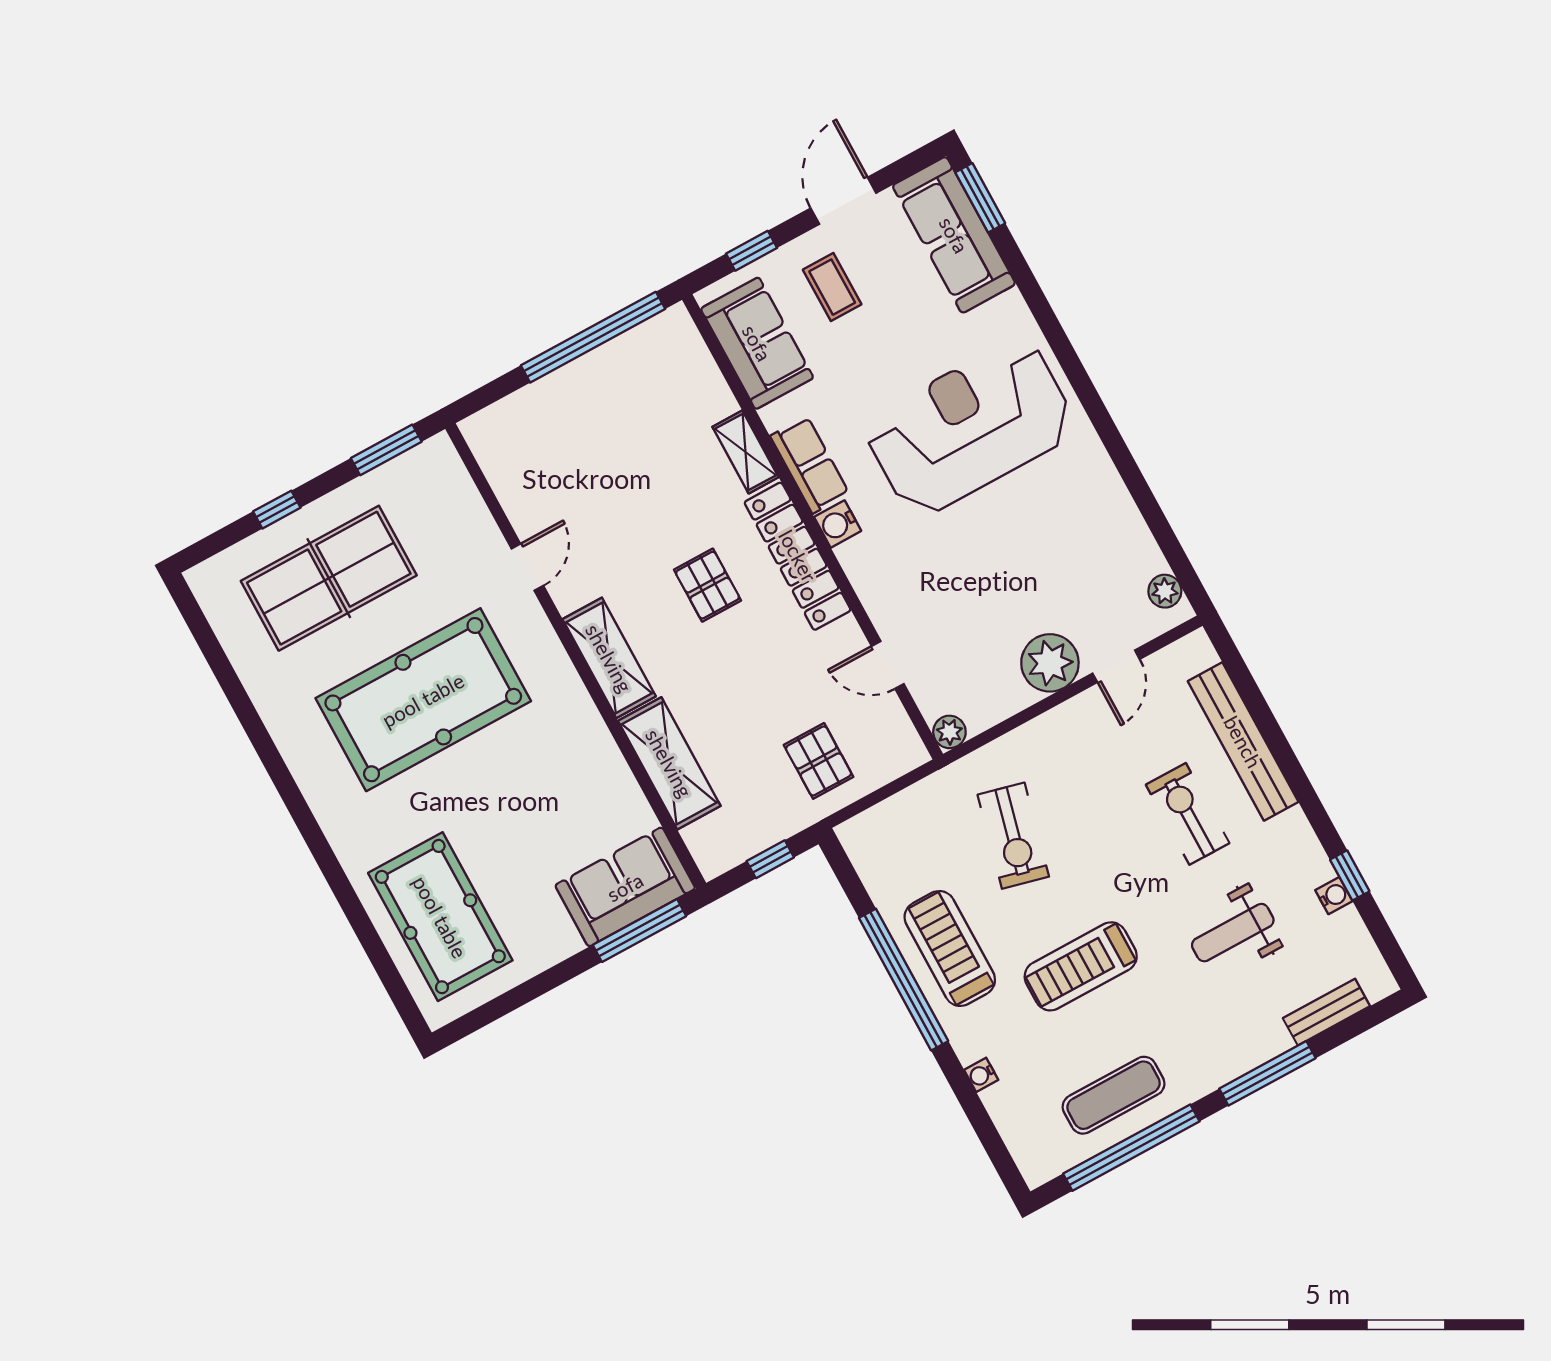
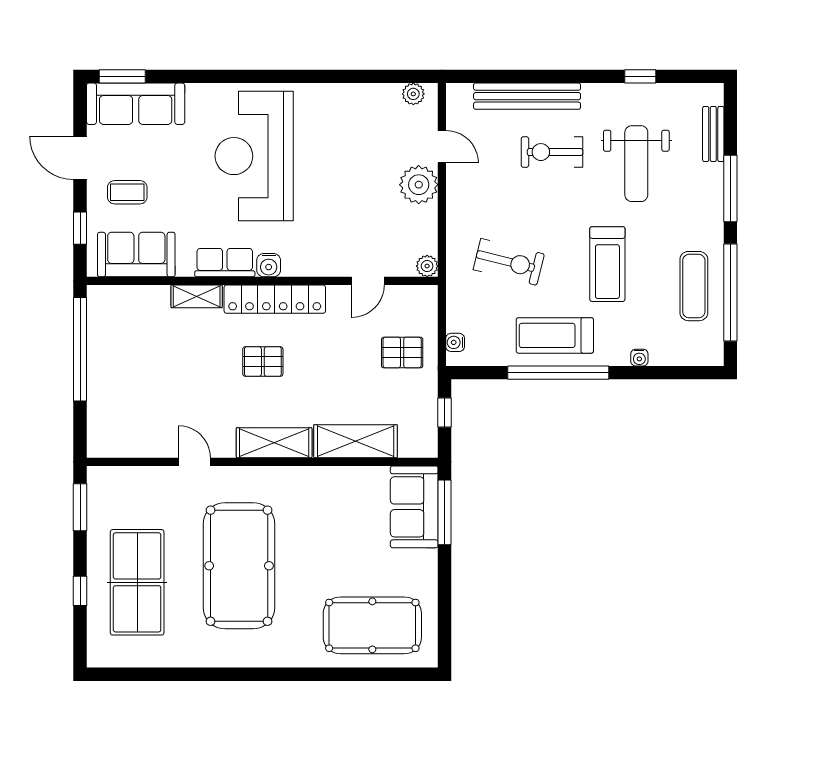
water cooler: (1334, 896) -> (455, 342), moved, turned -90
weight bench: (1233, 933) -> (636, 164), width x1.36, depth x1.33

